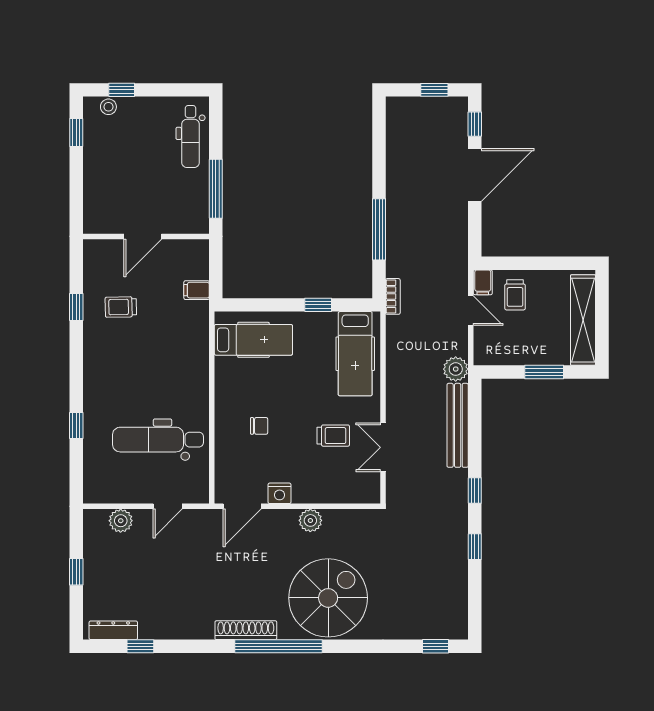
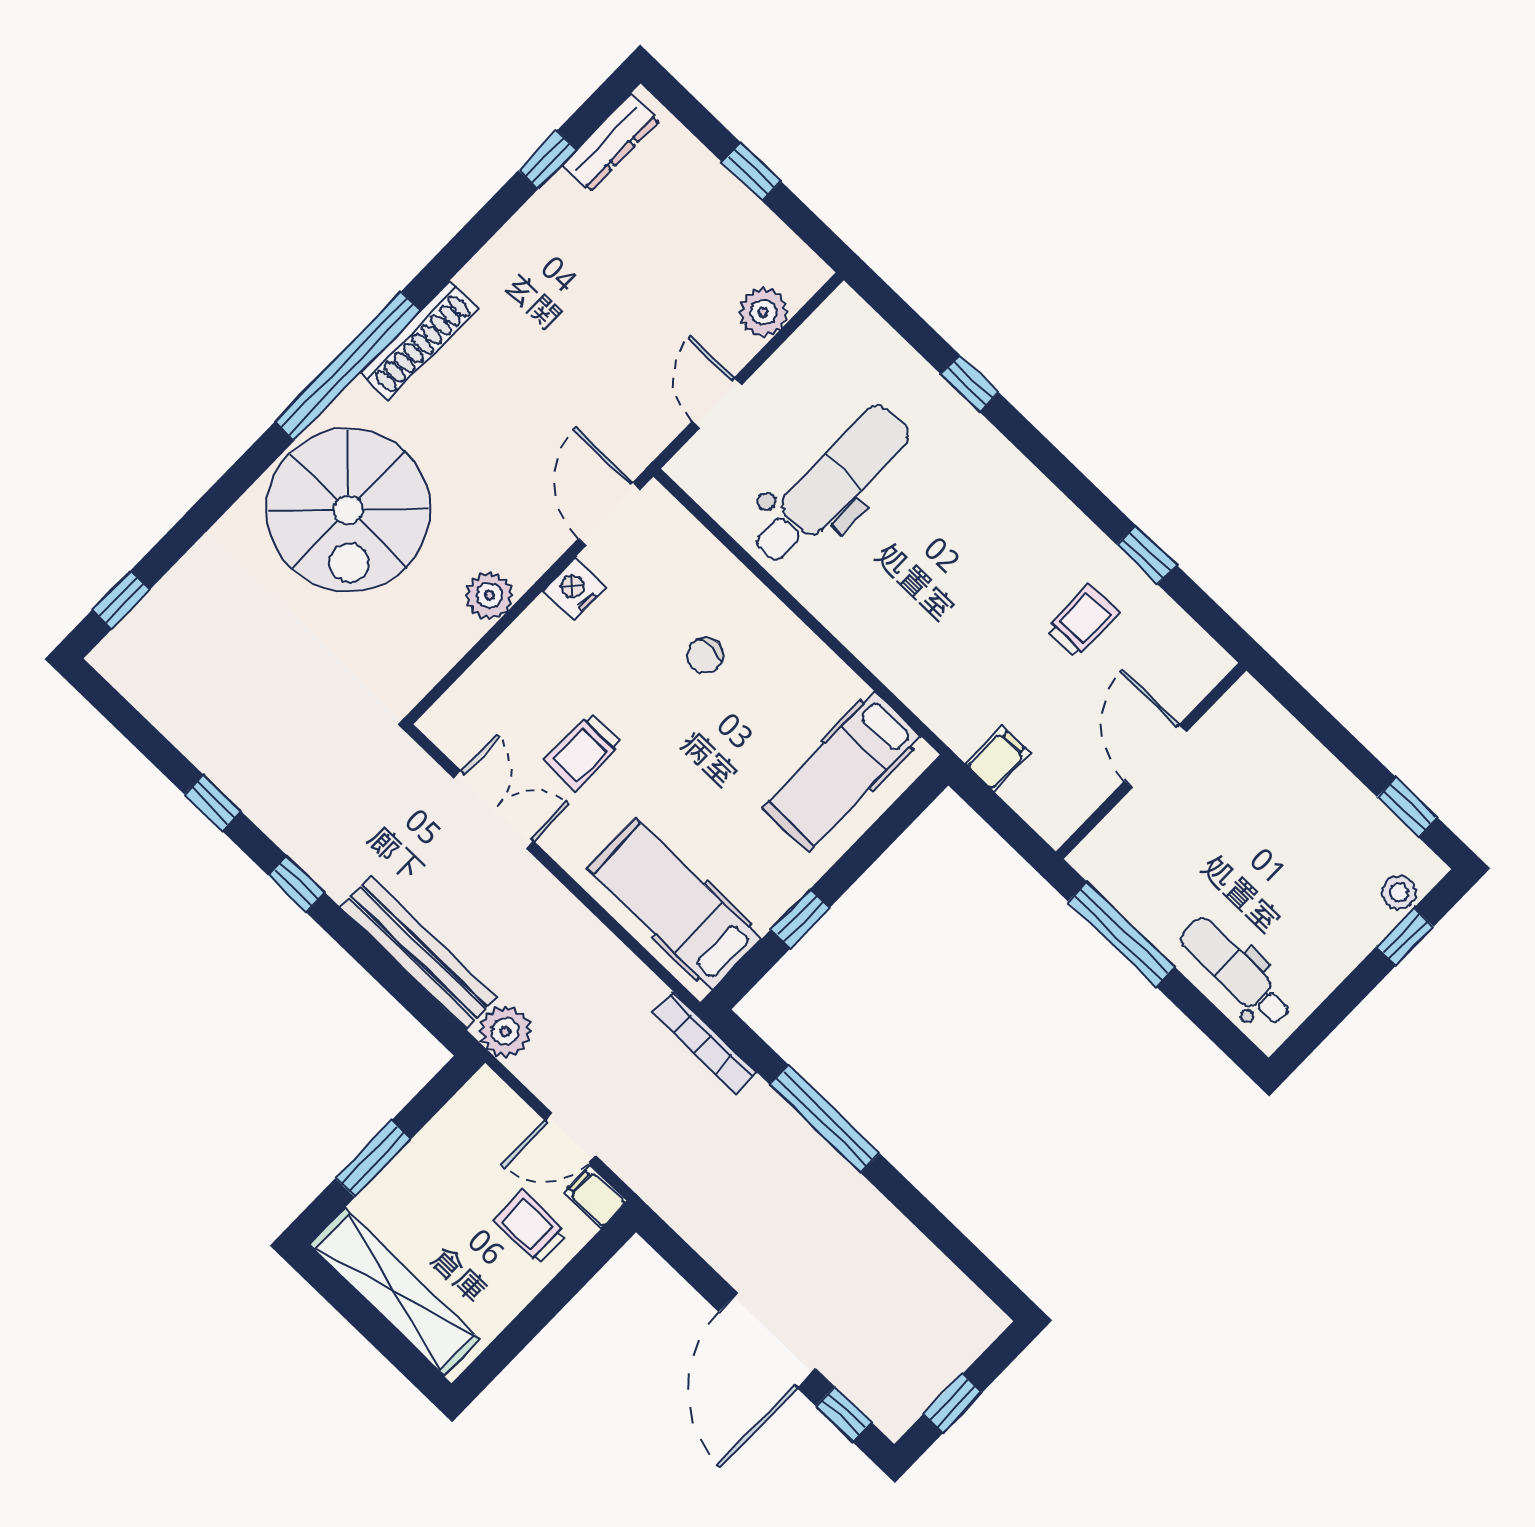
bookcase: (393, 296) -> (705, 1042), width x1.56

